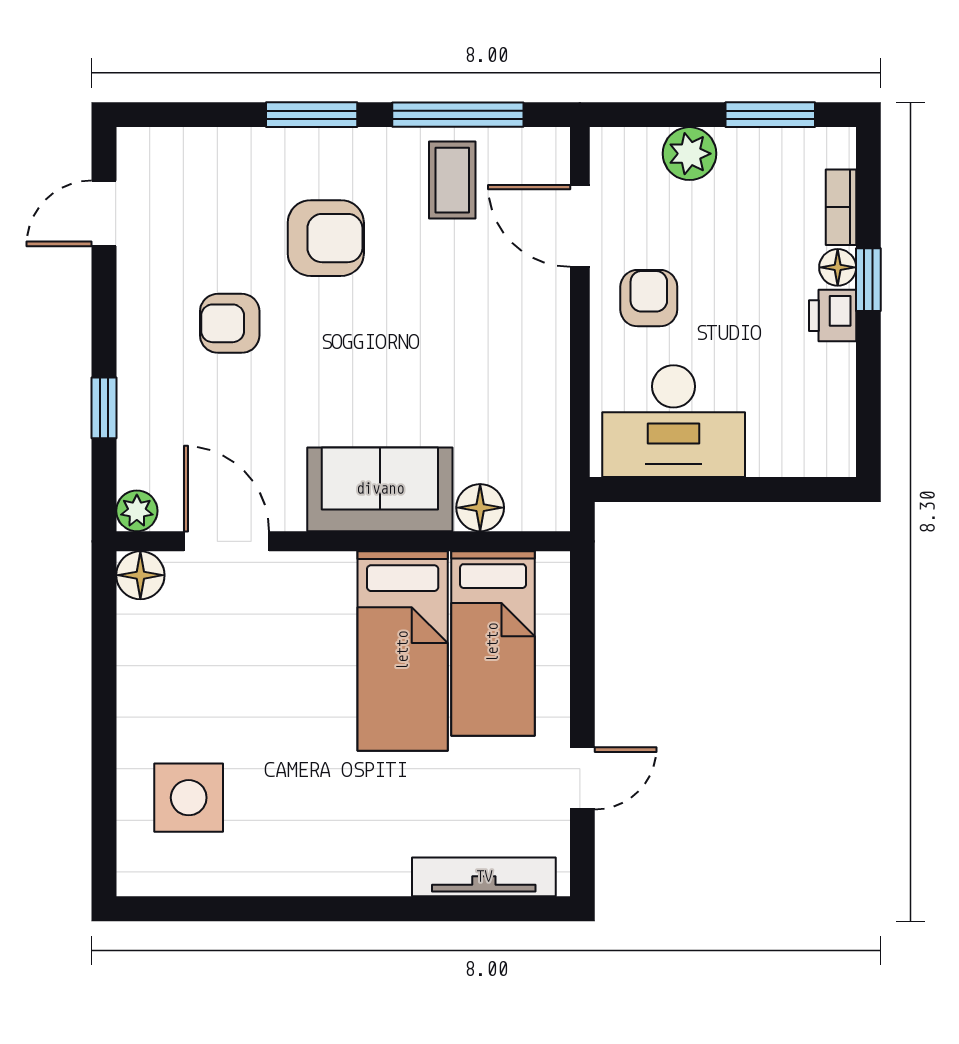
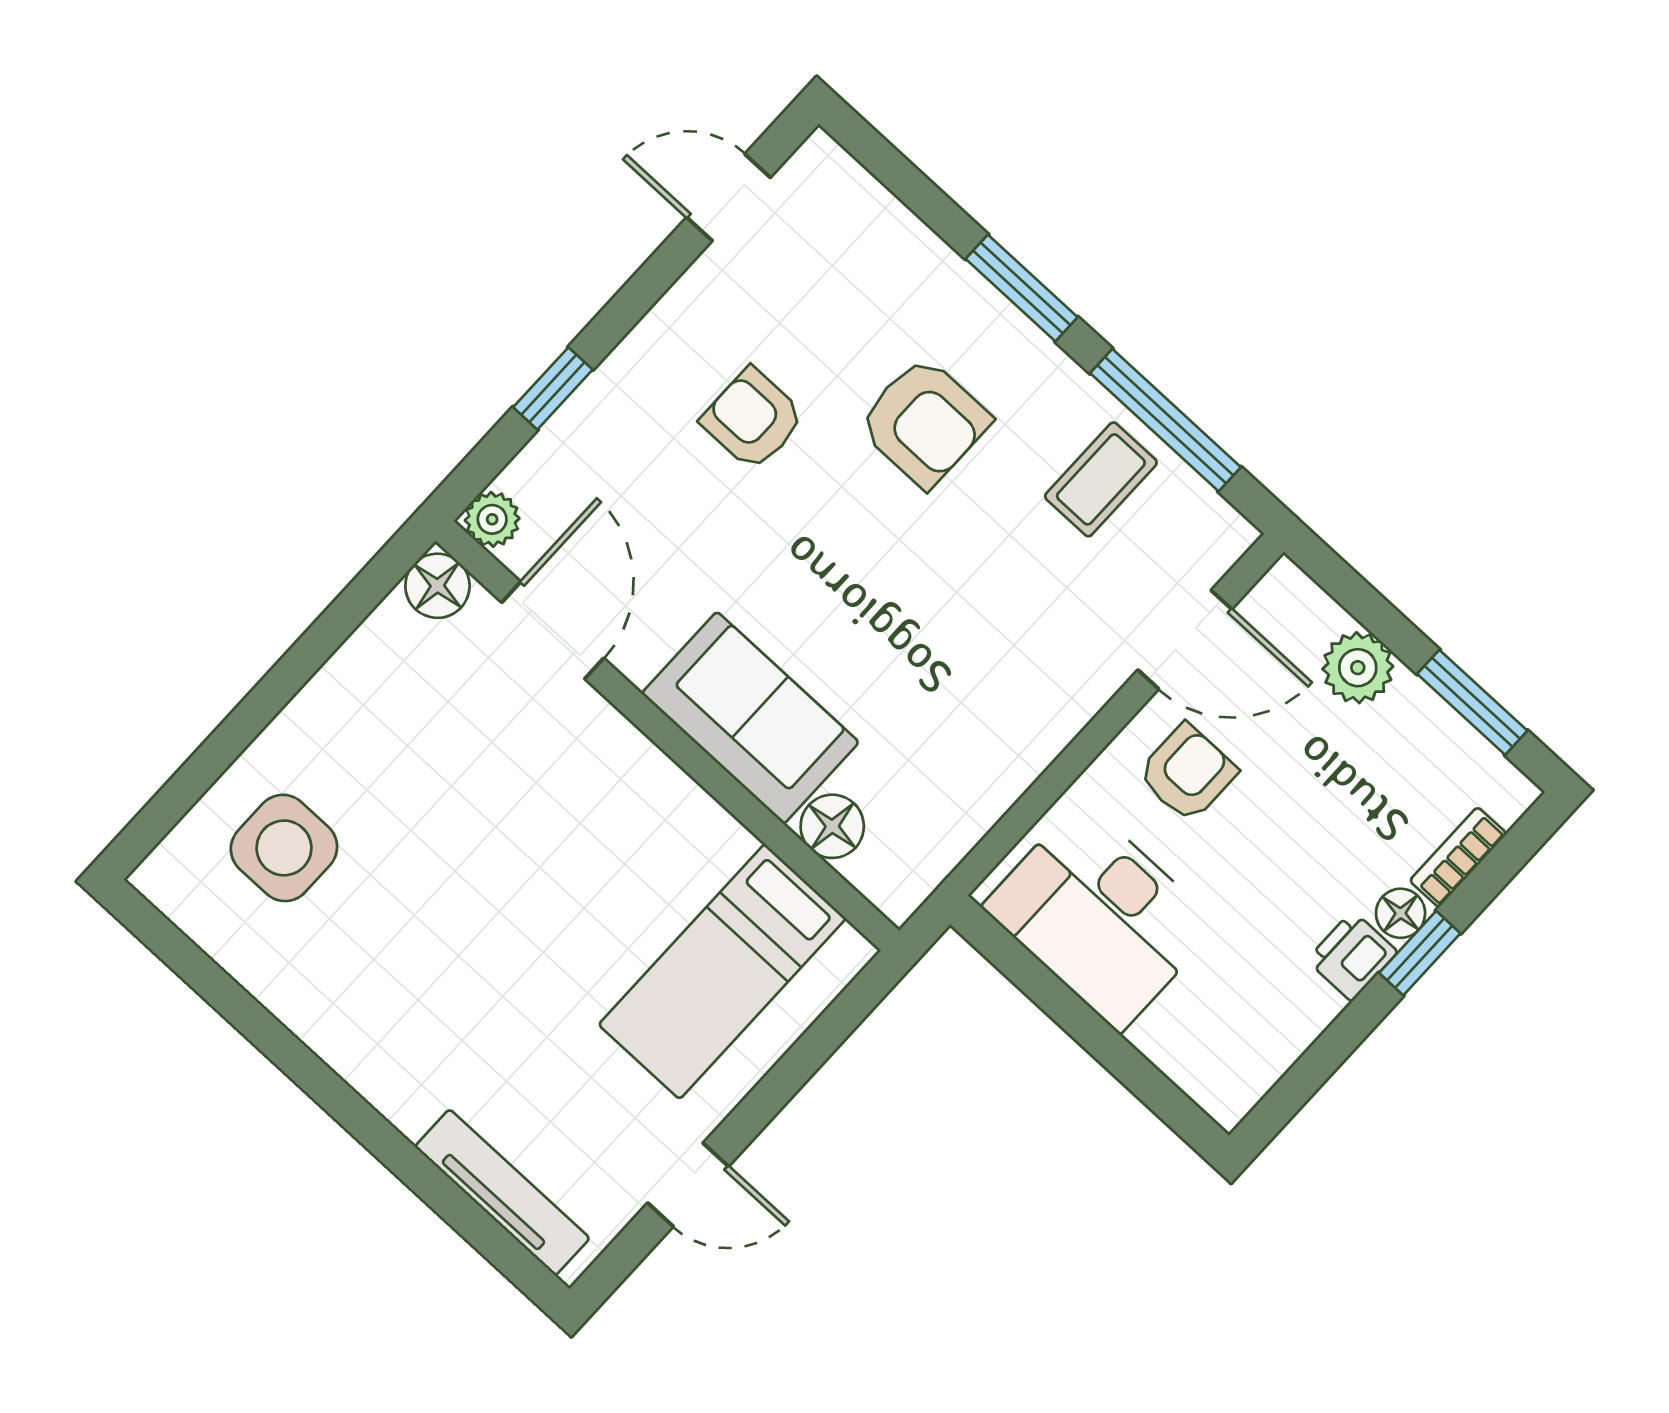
door: (580, 226) -> (1185, 640), swing flipped
bed: (403, 651) -> (627, 897), removed

